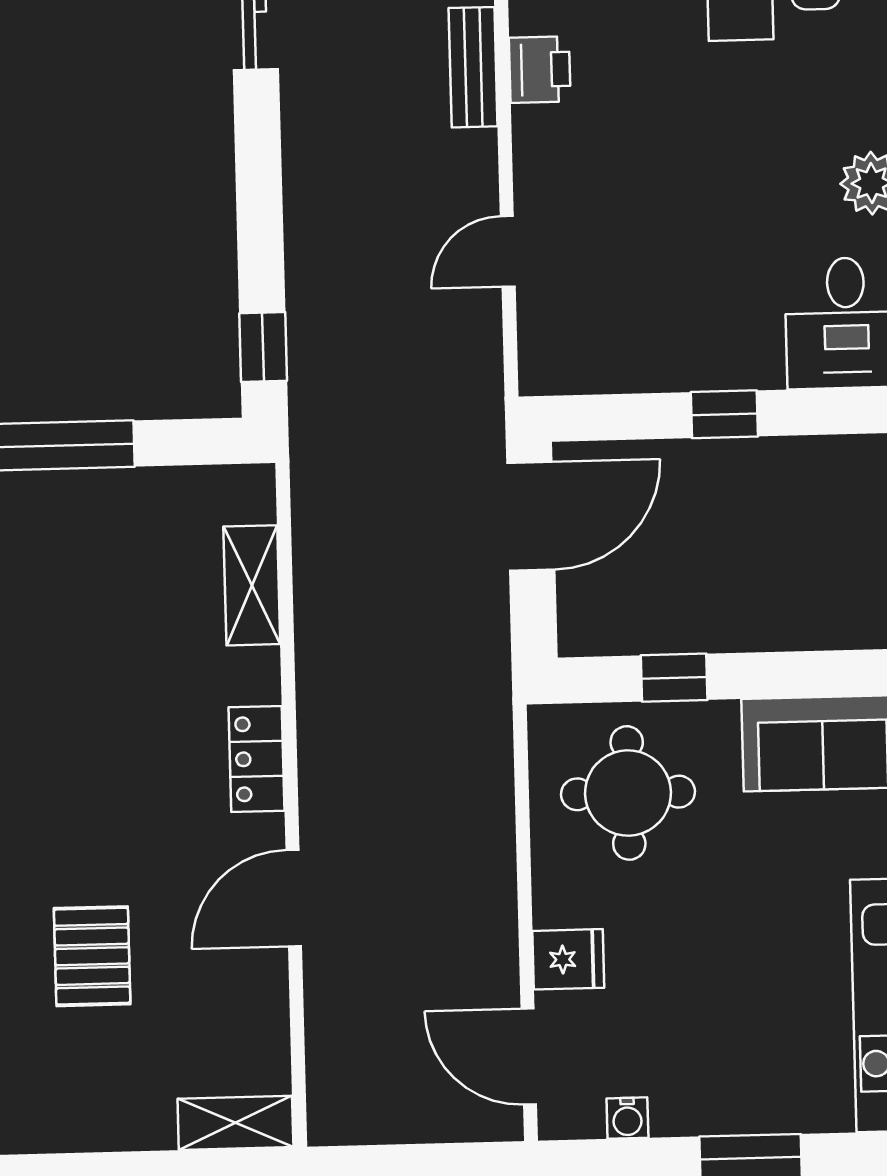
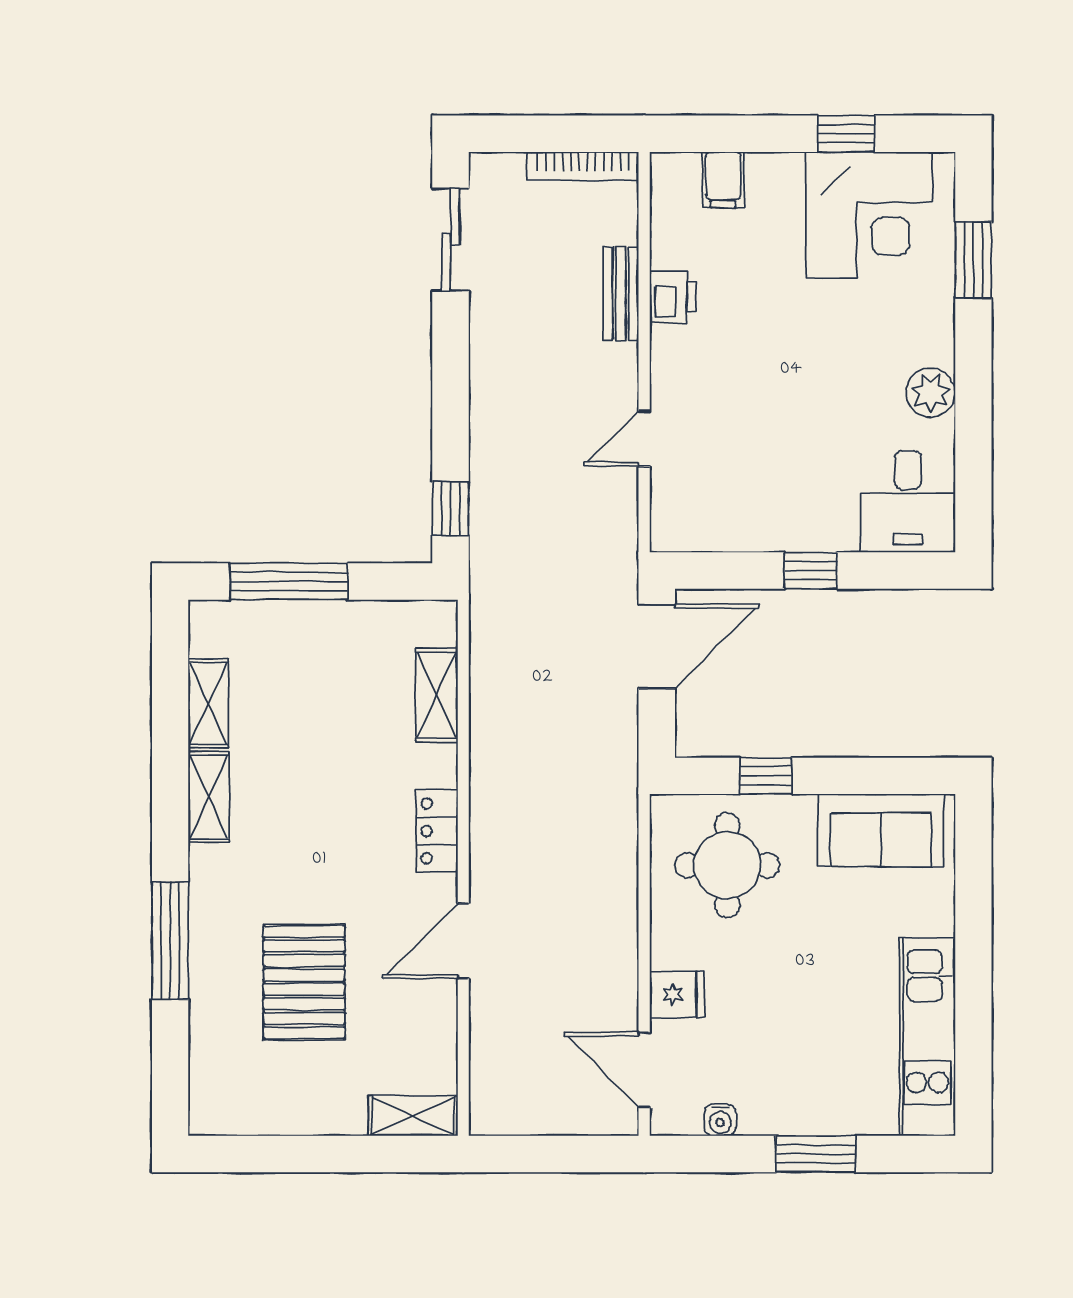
pallet: (92, 956) -> (304, 982), width x1.50, depth x1.42

